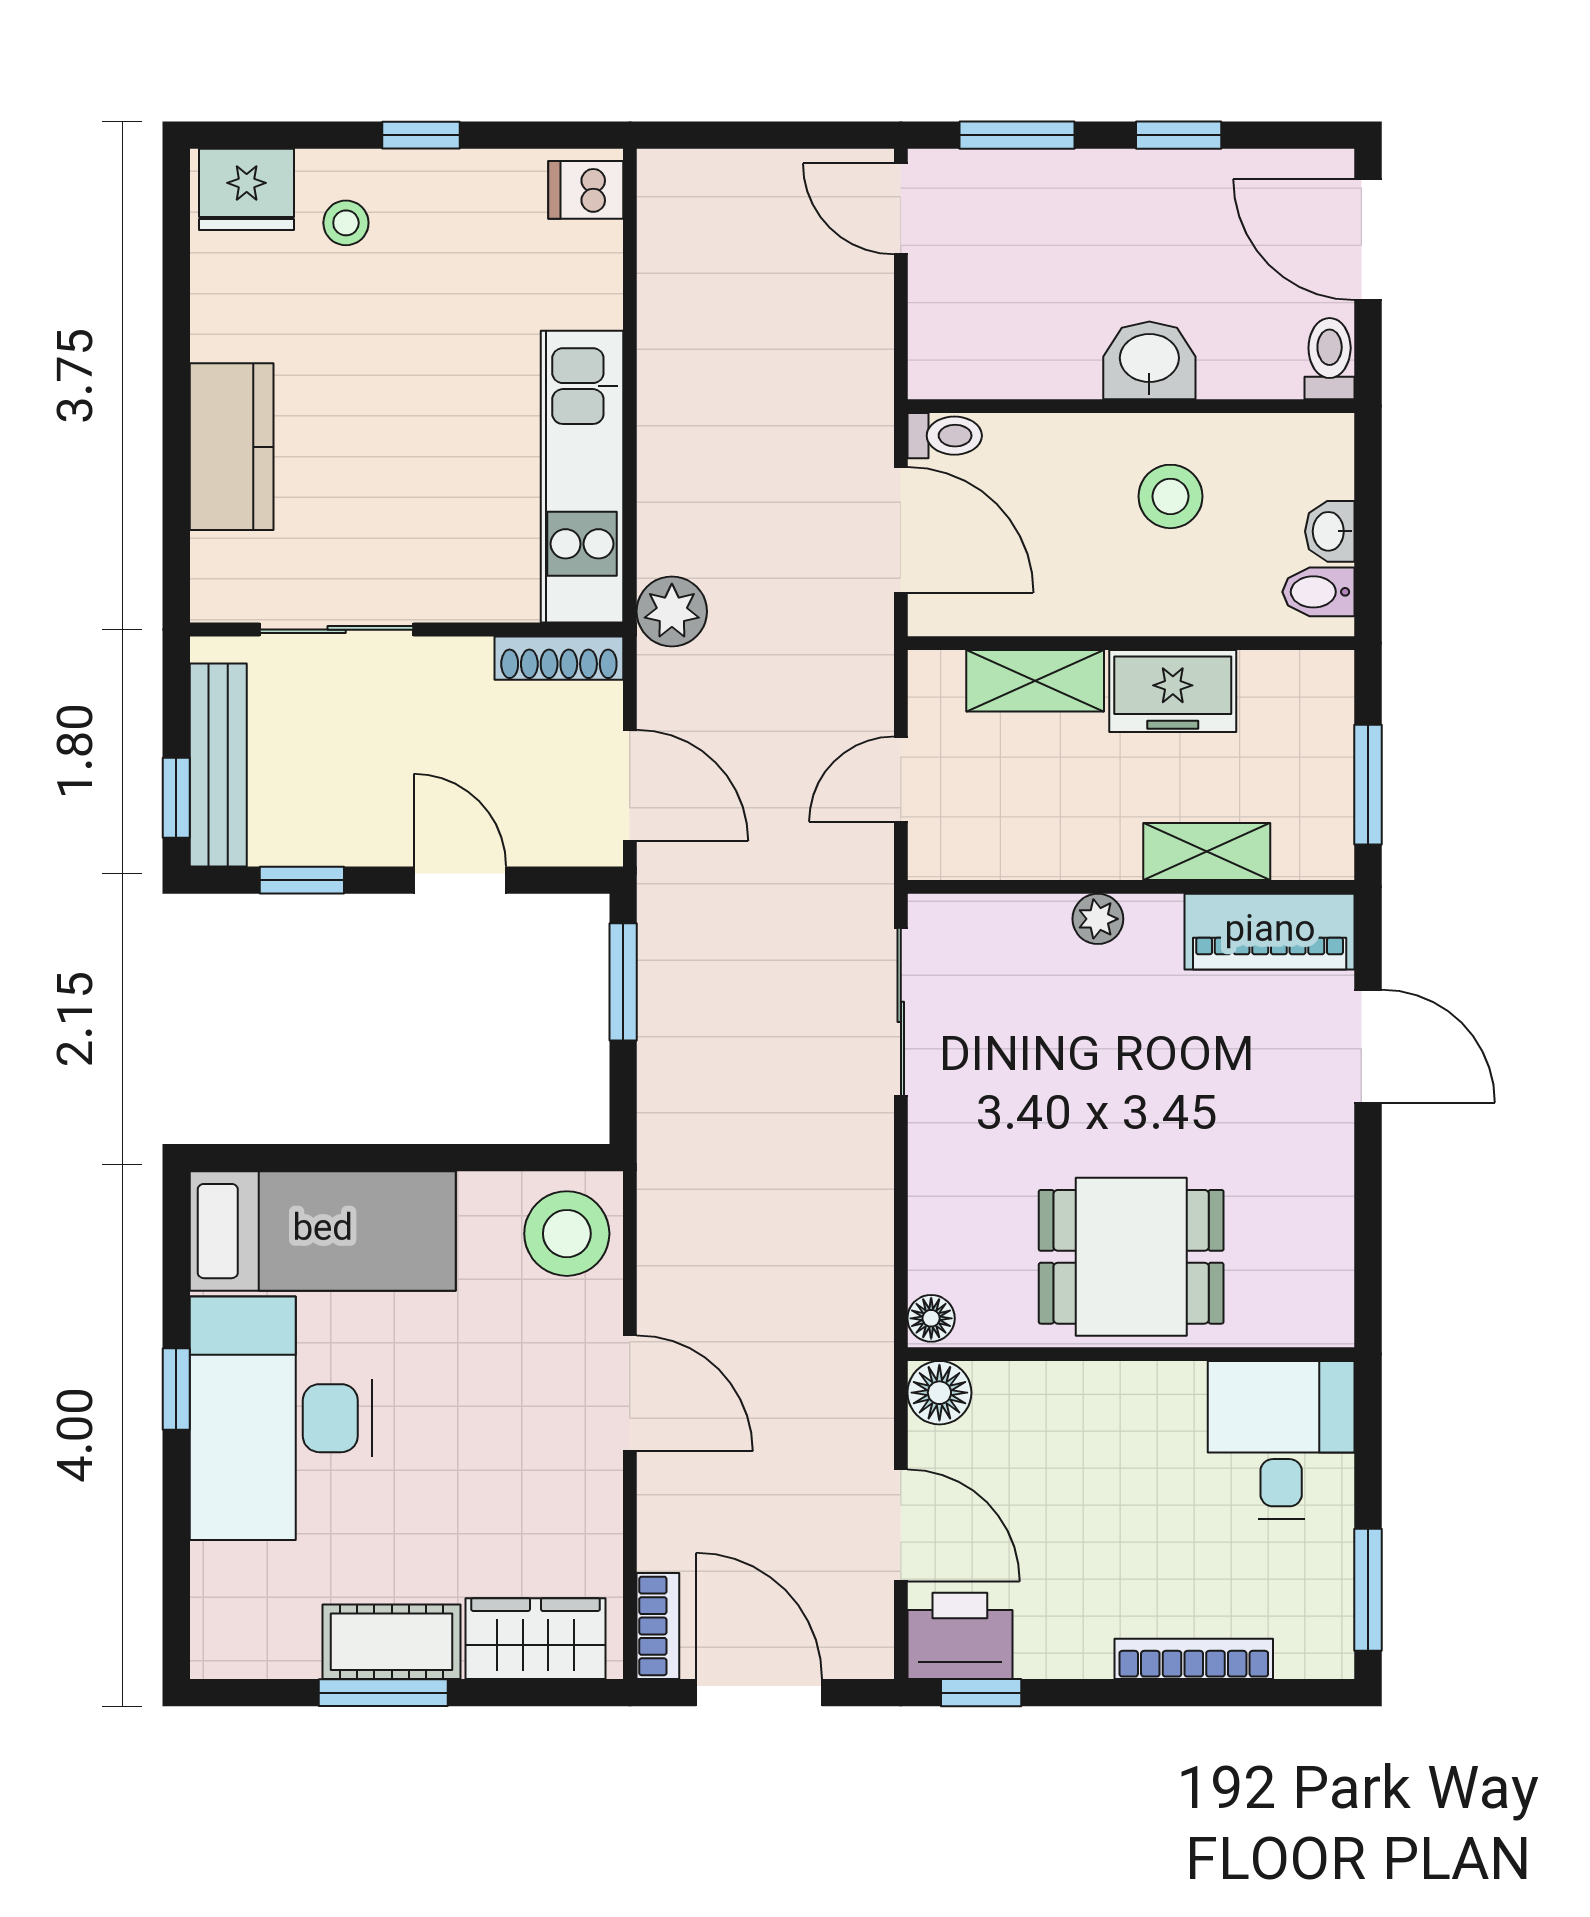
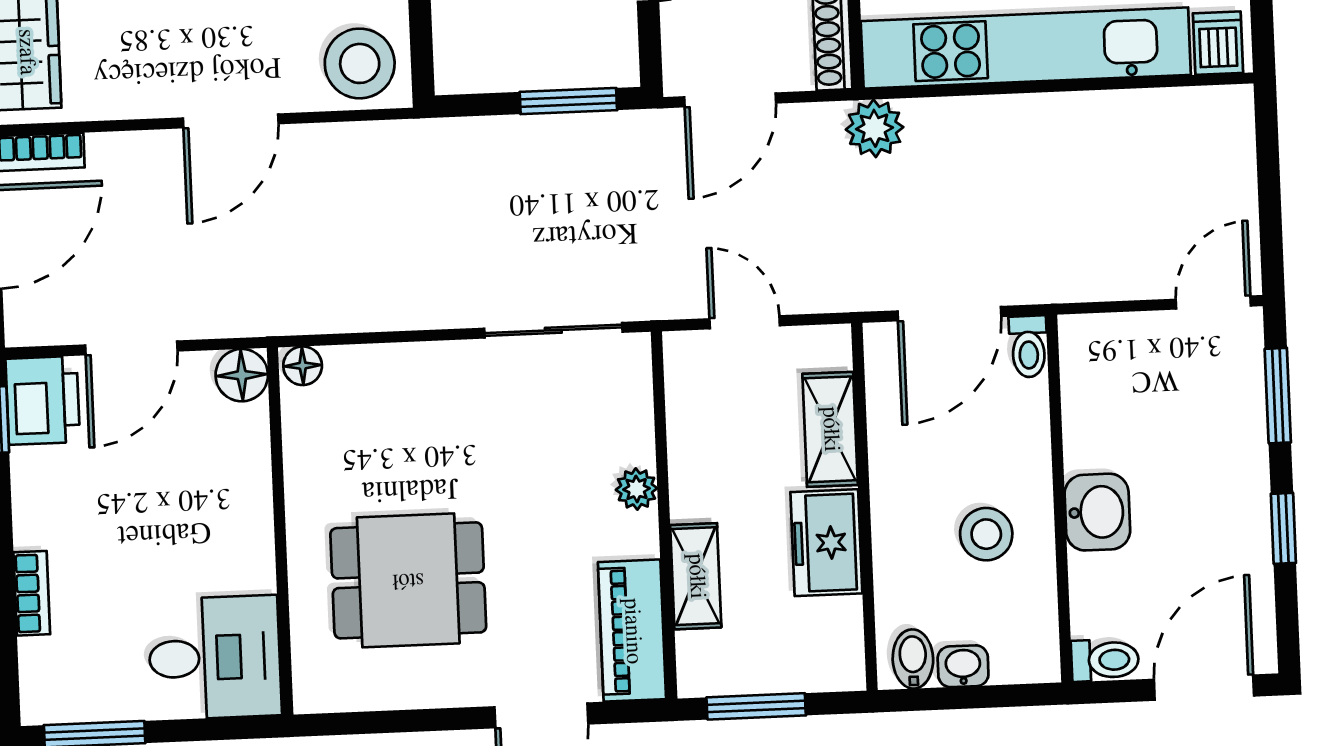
kitchen unit: (582, 477) -> (1026, 48), width x1.36
dining table: (1131, 1257) -> (408, 580), moved, turned 90
bookcase: (1194, 1659) -> (32, 593), width x0.64

